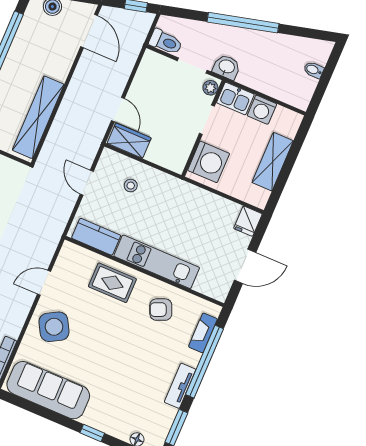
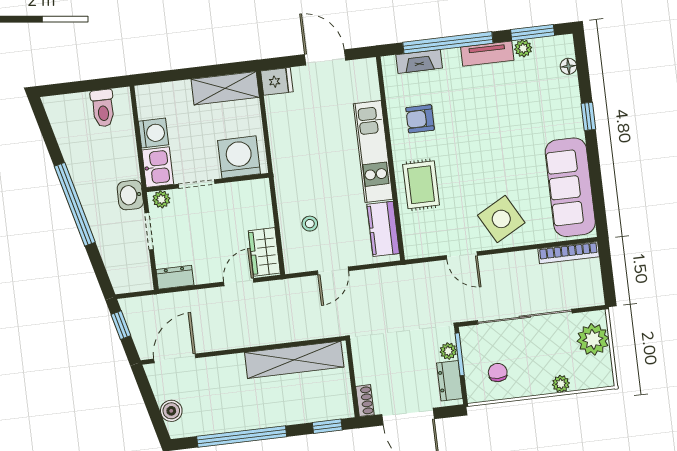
toilet: (166, 42) -> (103, 108), moved, turned 180
dresser: (148, 65) -> (175, 277), added
bidet: (314, 70) -> (82, 103), removed
shelving: (273, 162) -> (225, 88), moved
armchair: (161, 310) -> (420, 119), turned 113
plant: (169, 414) -> (523, 48), added

